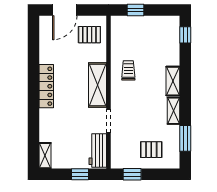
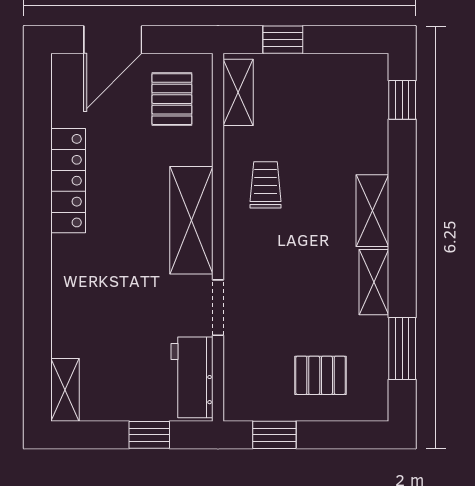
shelving: (117, 32) -> (238, 92), added
pallet: (89, 35) -> (172, 99), turned 90
locker: (46, 86) -> (68, 181), moved

